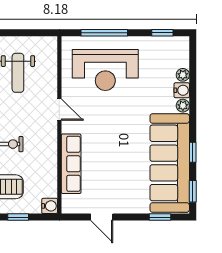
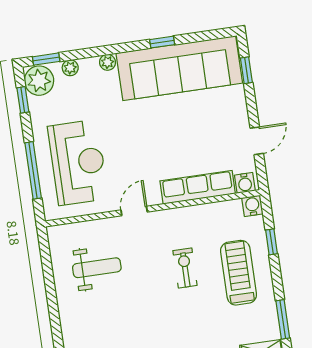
plant: (176, 48) -> (39, 81), added
water cooler: (182, 90) -> (245, 183), moved, turned 180
window: (193, 191) -> (46, 59), moved

